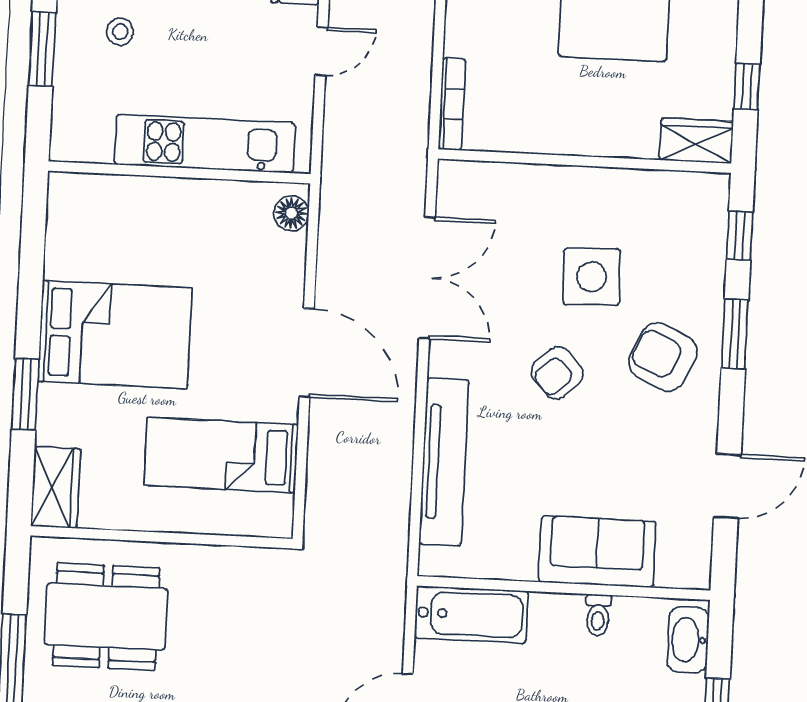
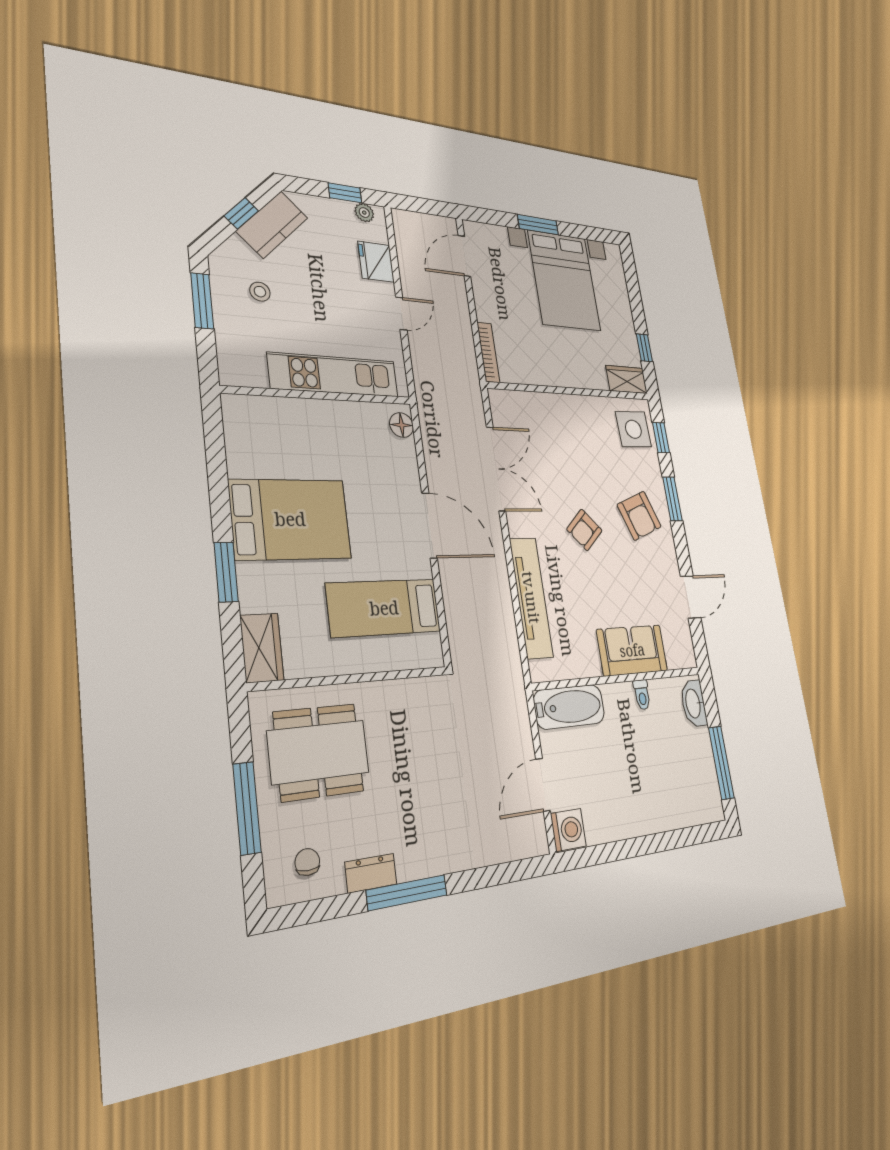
side table: (592, 277) -> (633, 429), moved
armchair: (663, 357) -> (639, 516), turned -136

